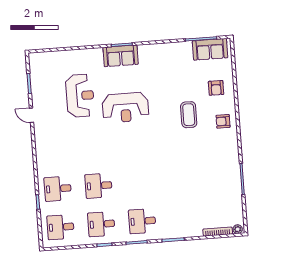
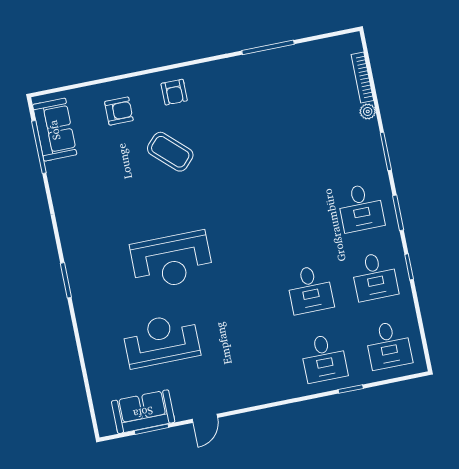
sofa: (121, 56) -> (143, 412), moved, turned -90
reception desk: (125, 108) -> (172, 261), turned 90
coffee table: (189, 115) -> (170, 152), turned 43
plant: (238, 229) -> (368, 111), moved

